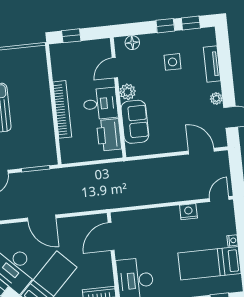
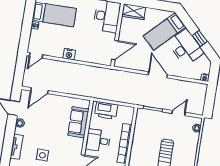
plant: (128, 92) -> (78, 143), removed
printer: (109, 135) -> (106, 110), moved, turned 90
door: (201, 151) -> (39, 91), hinge flipped
nightstand: (188, 212) -> (69, 54), moved

